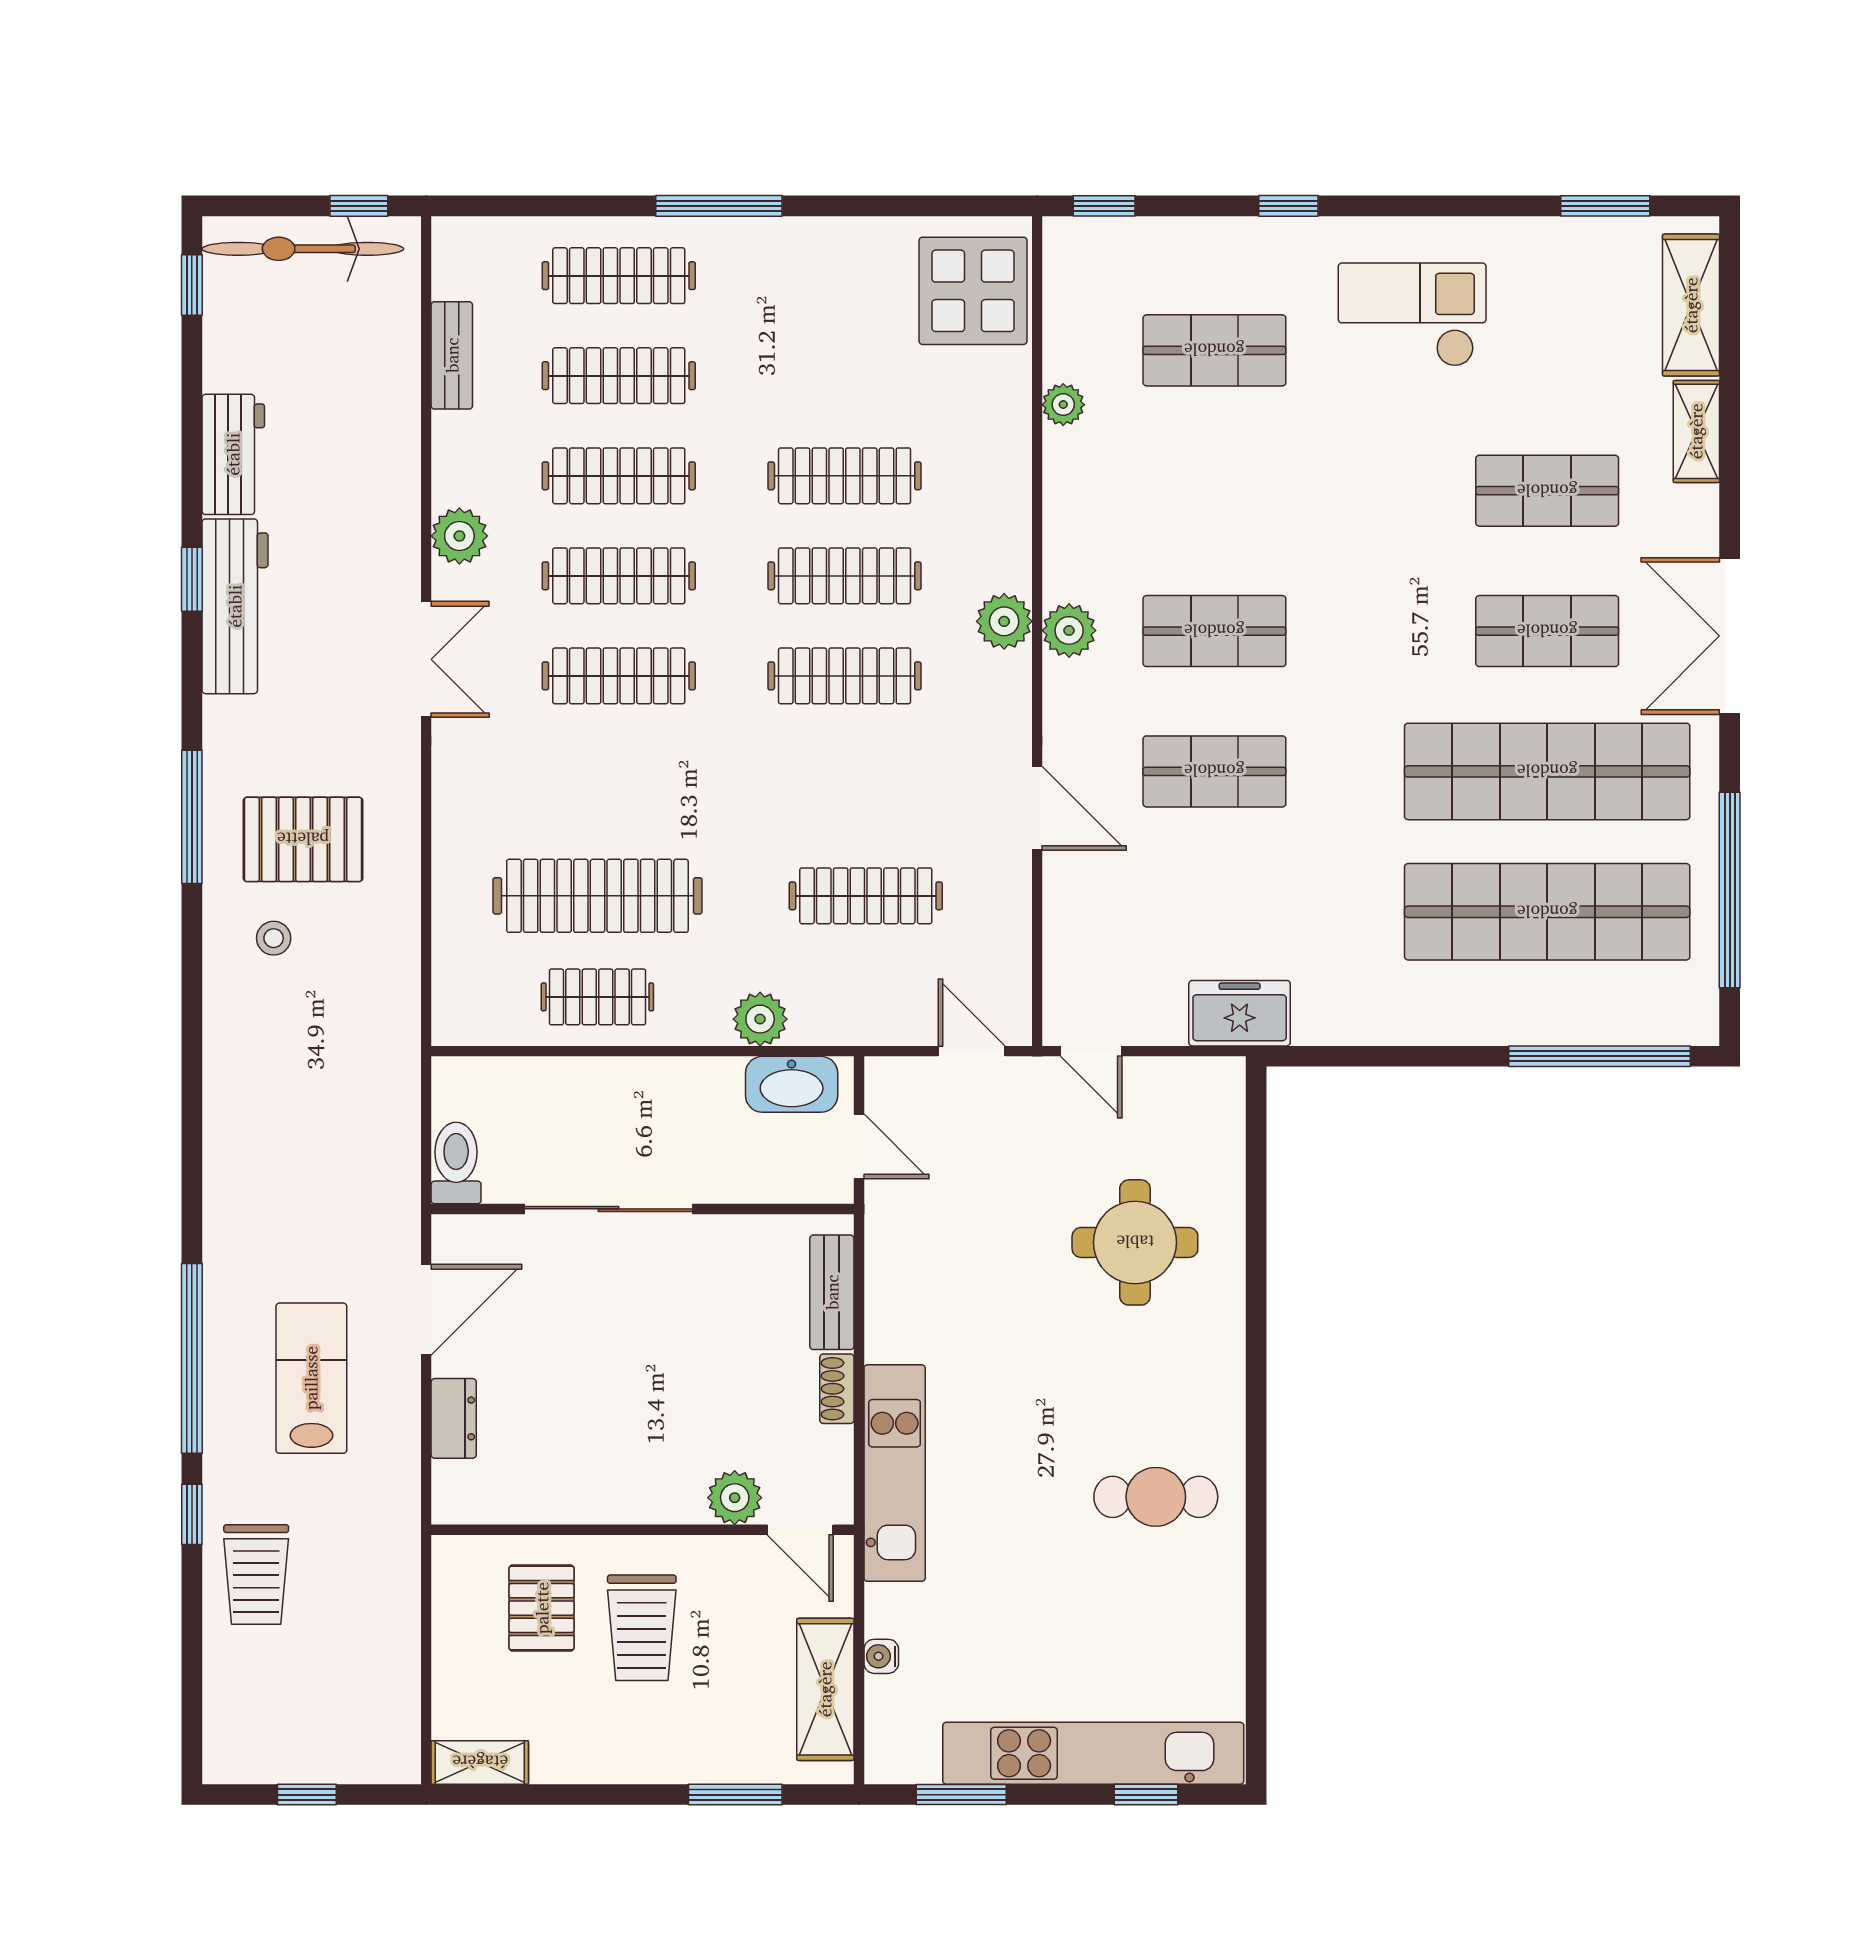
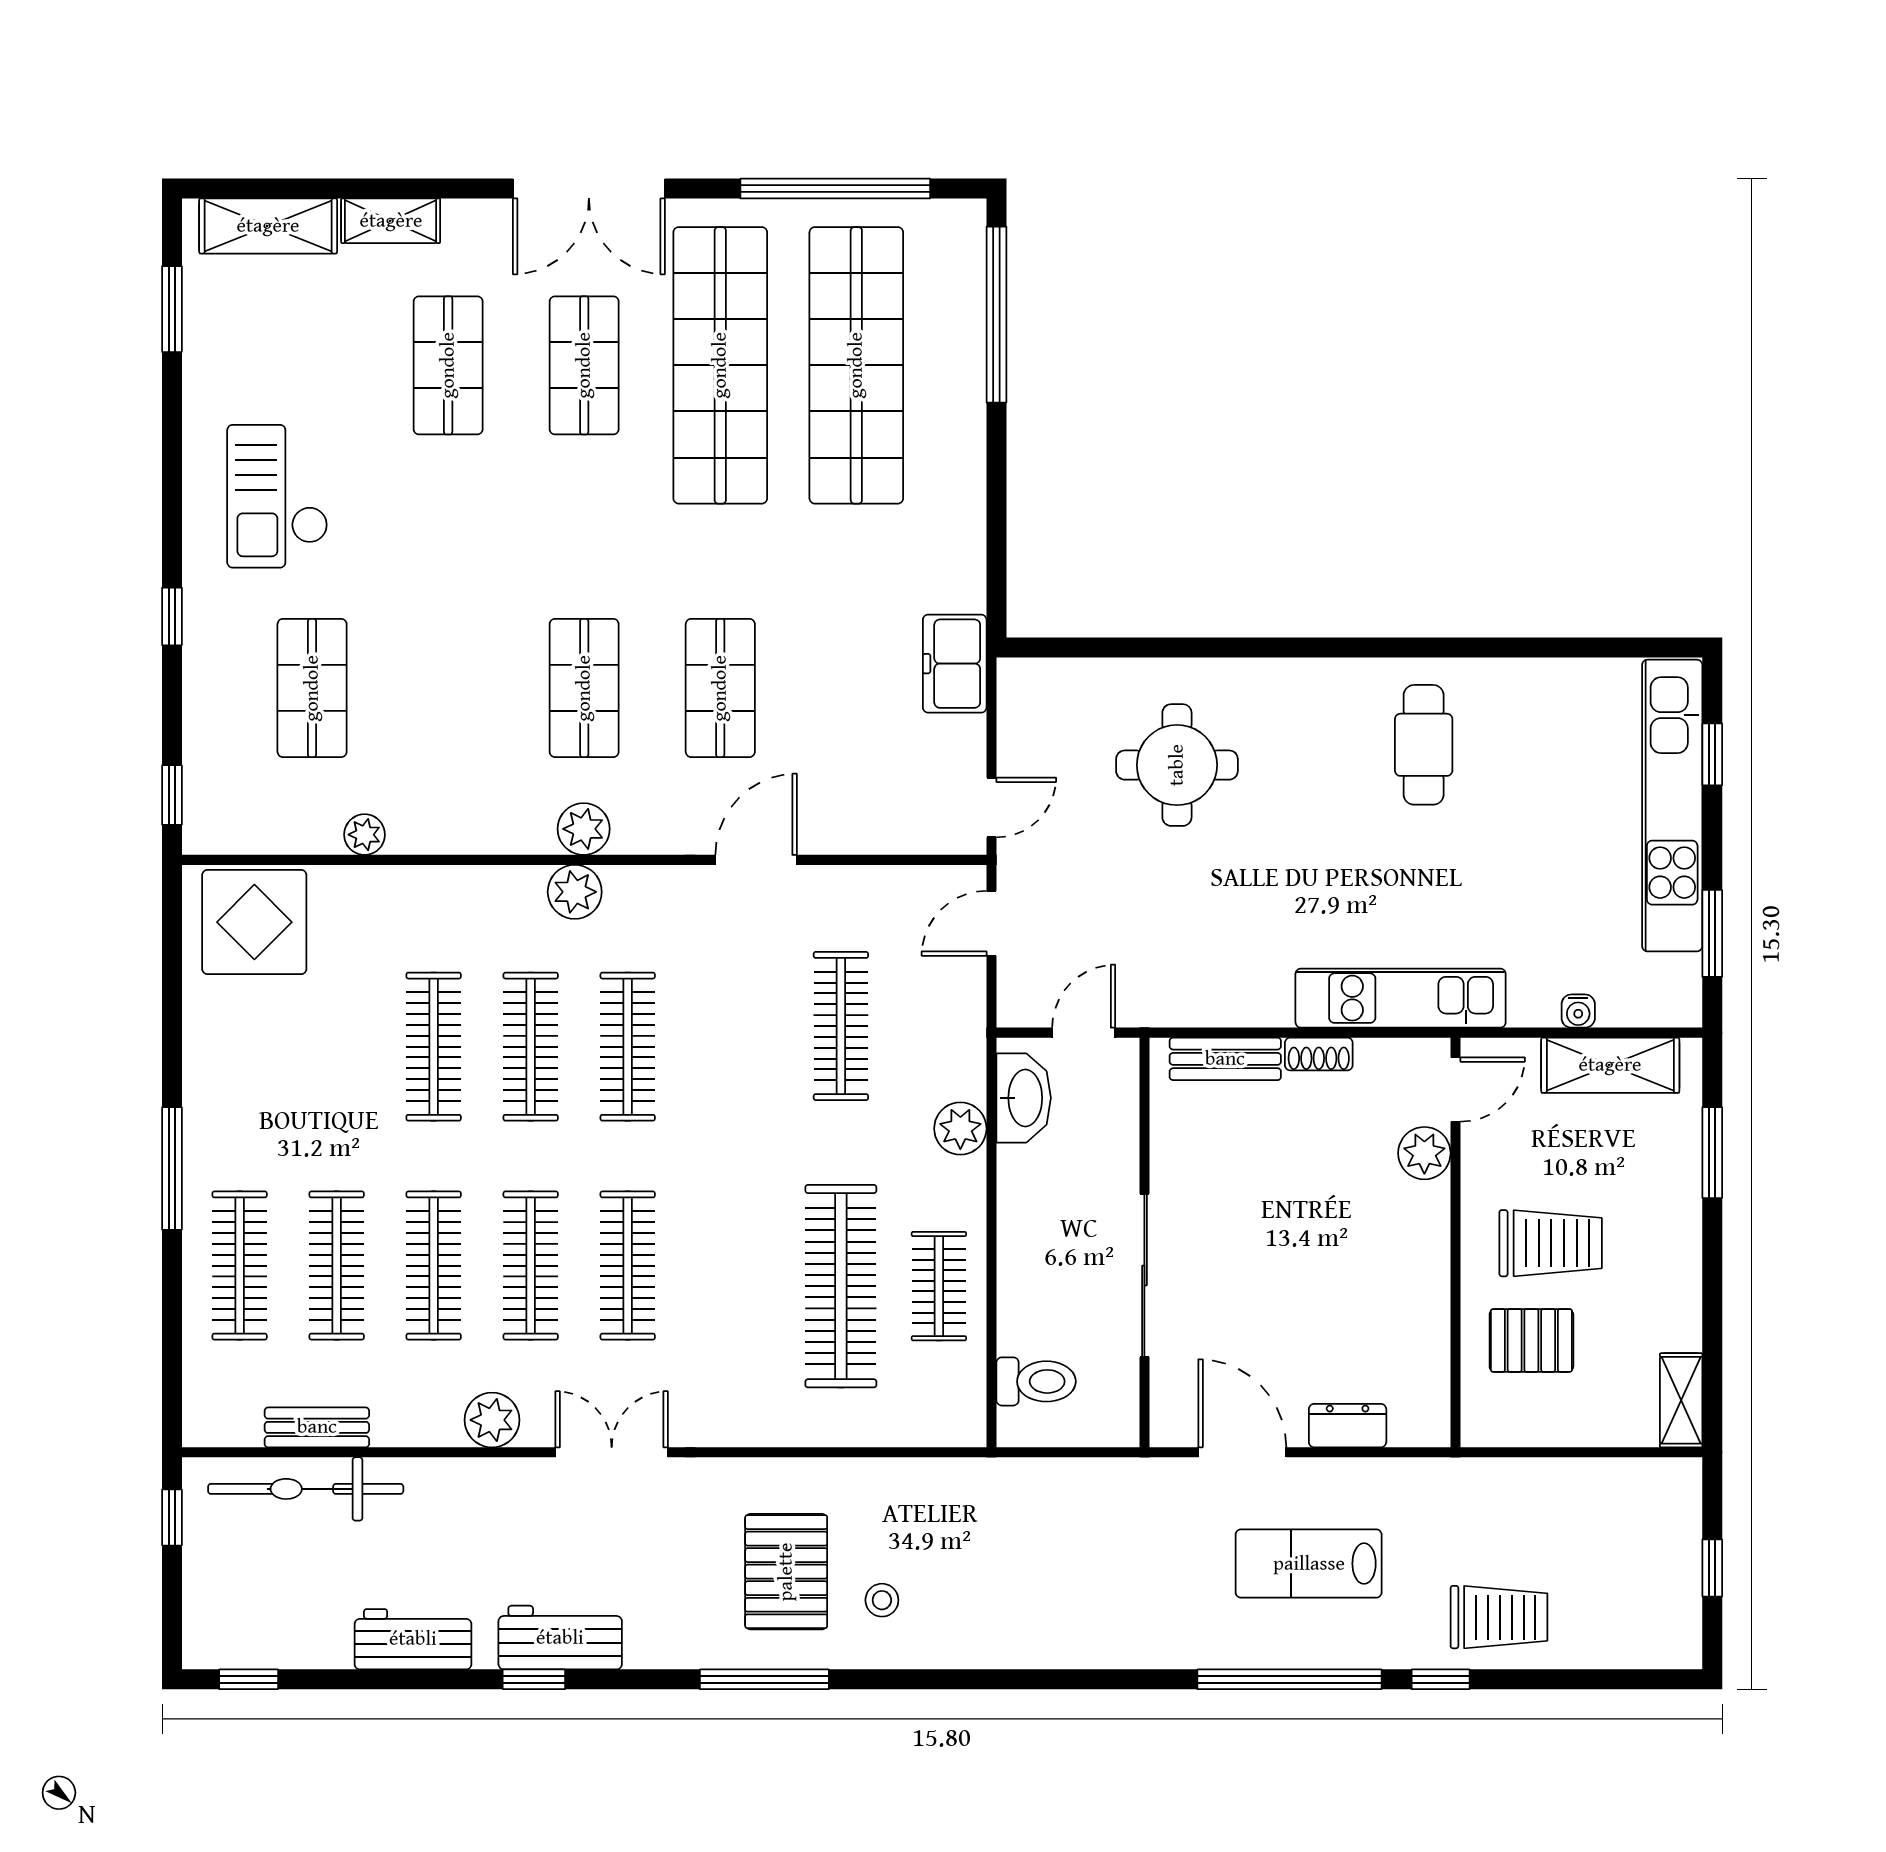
bicycle: (303, 249) -> (306, 1489), moved, turned 90
workbench: (235, 606) -> (560, 1638), width x0.73
toilet: (456, 1163) -> (1036, 1381), moved, turned 180

